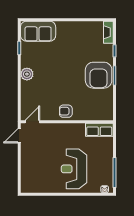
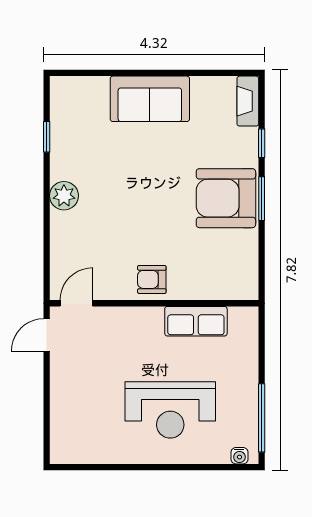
sofa: (38, 31) -> (150, 99), moved
armchair: (99, 75) -> (226, 198), turned 90
row of seats: (99, 130) -> (196, 321), moved
reception desk: (74, 169) -> (170, 410), turned -90

